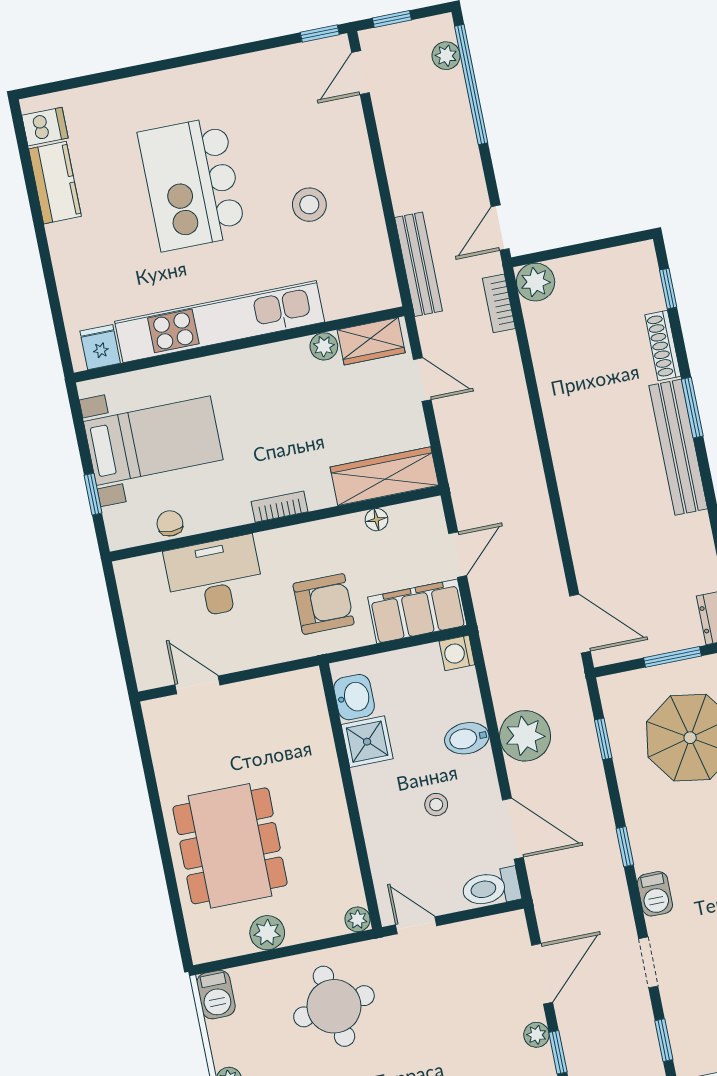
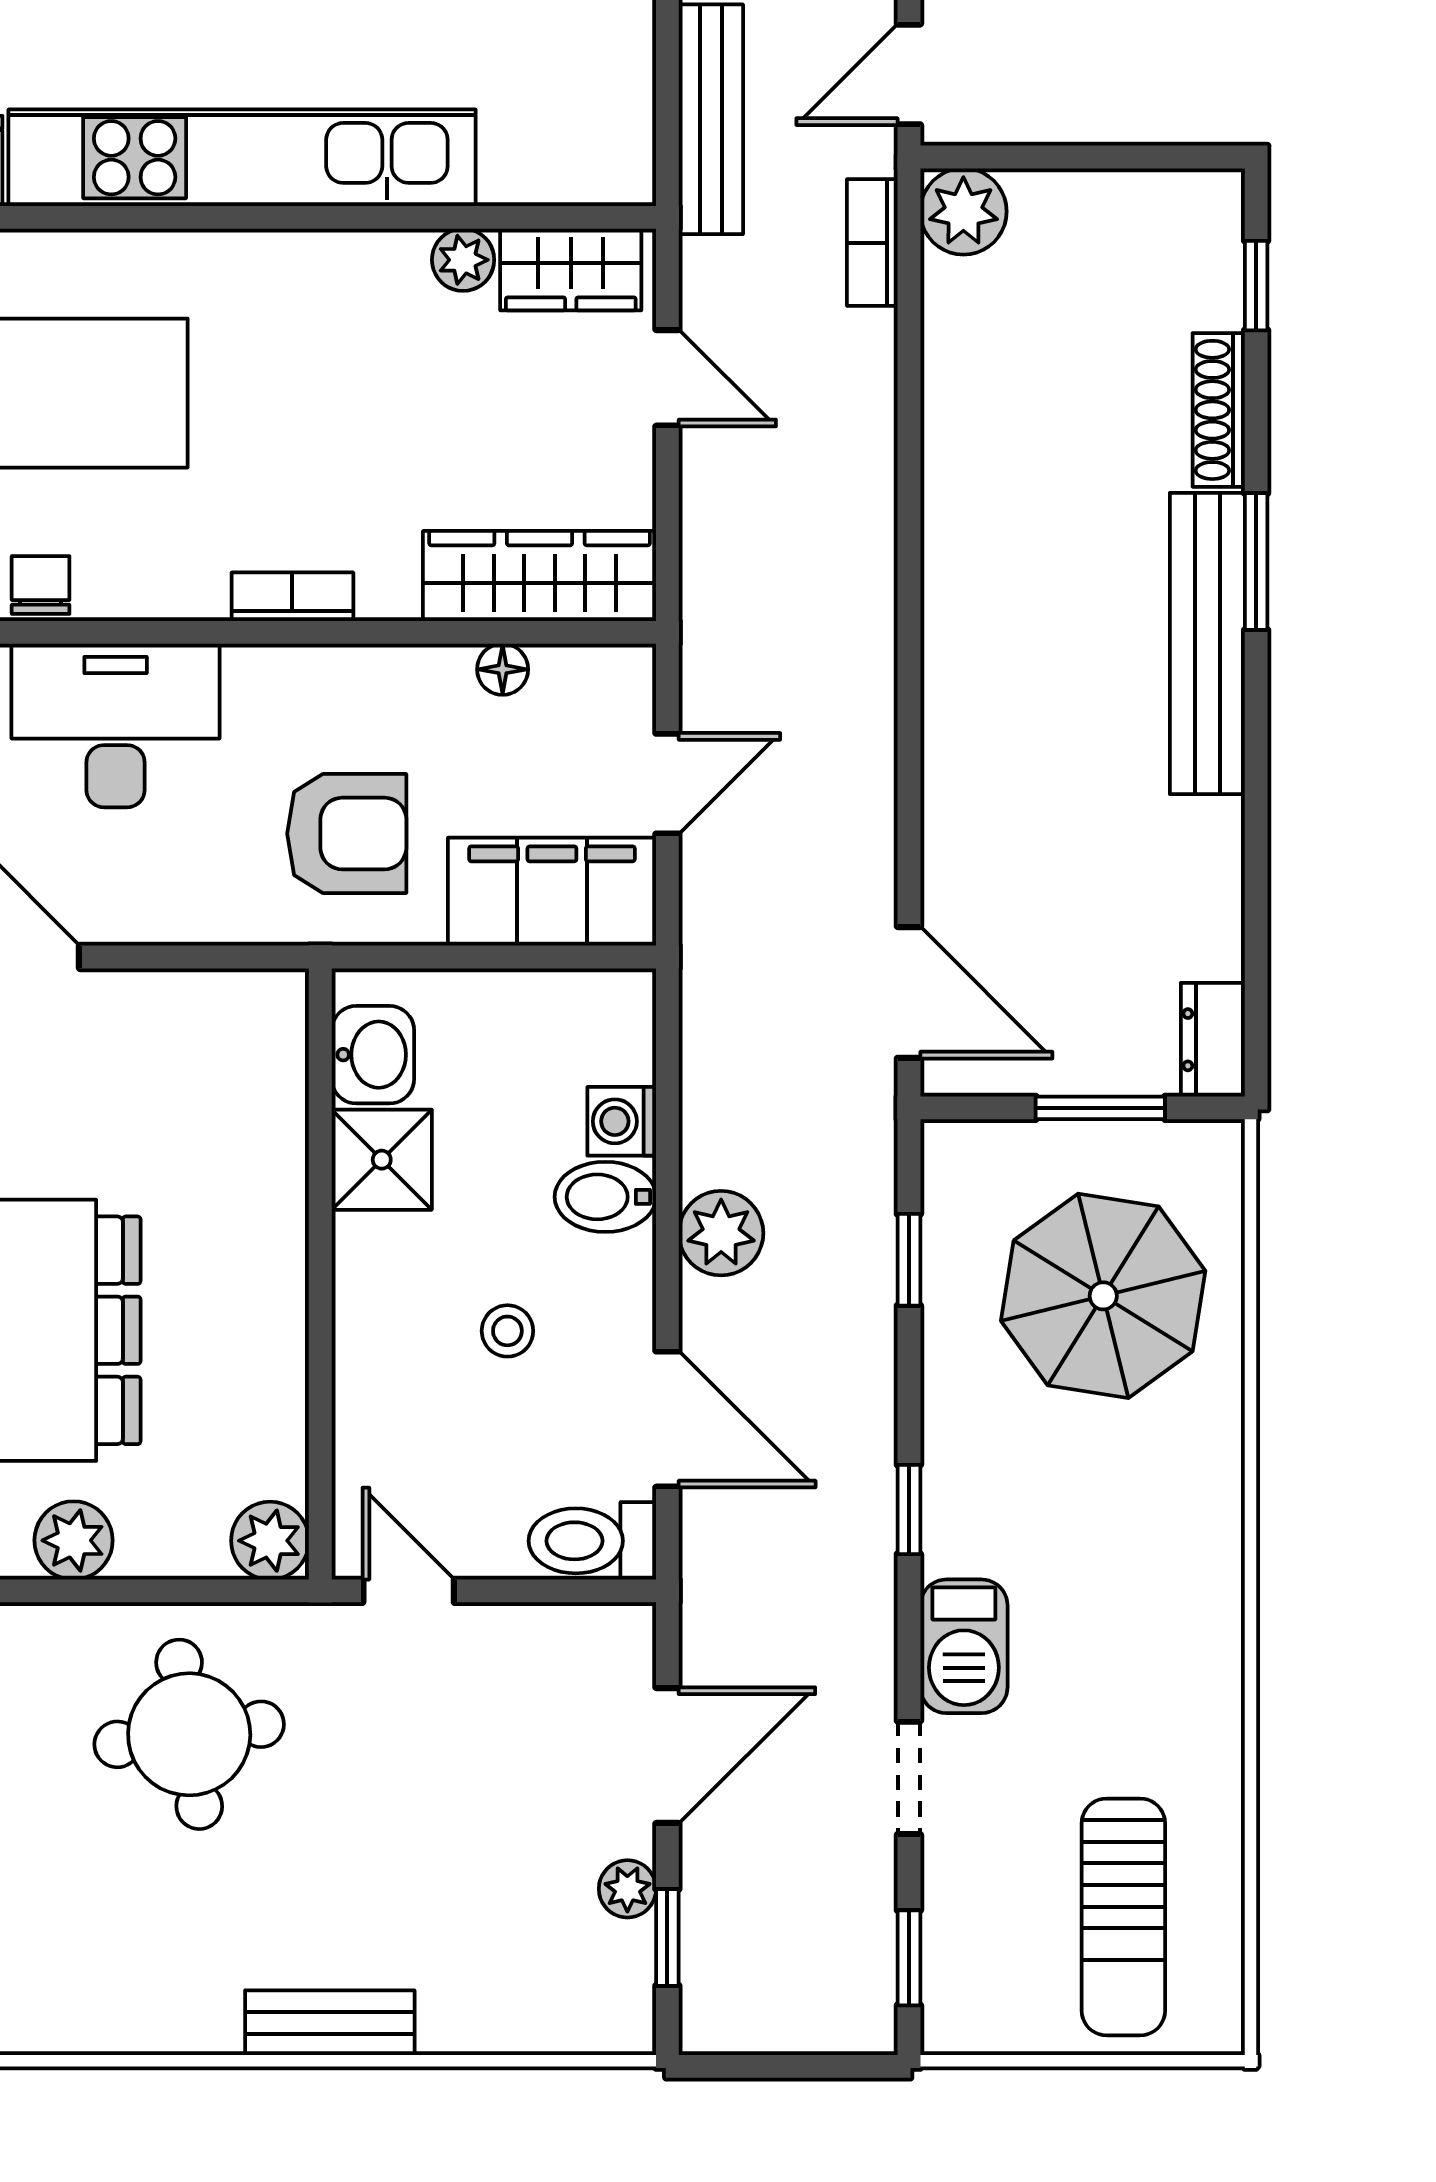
washing machine: (457, 653) -> (622, 1121), moved
plant: (525, 736) -> (721, 1233), width x0.73, depth x0.73
barbecue: (655, 894) -> (964, 1646), width x1.38, depth x1.27
plant: (357, 919) -> (270, 1541), width x1.38, depth x1.38

